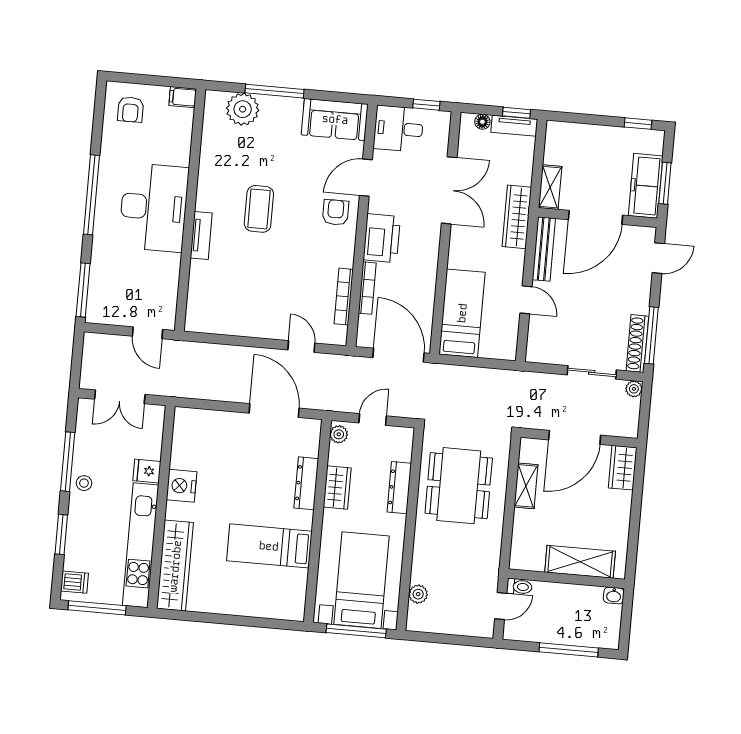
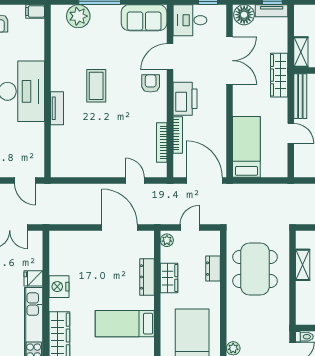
floor lamp: (482, 122) -> (244, 15), width x1.89, depth x1.89
dresser: (399, 488) -> (213, 269), width x0.70

